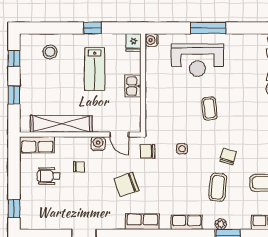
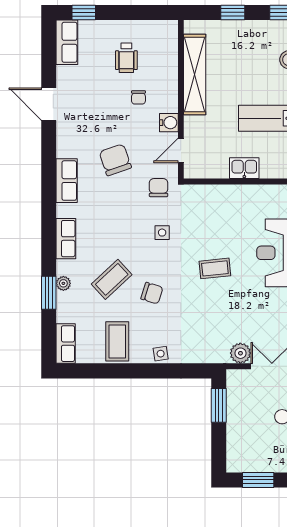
row of seats: (37, 145) -> (67, 42), moved, turned 180
wheelchair: (49, 176) -> (126, 58), turned 180
coffee table: (218, 187) -> (112, 279), turned -49

